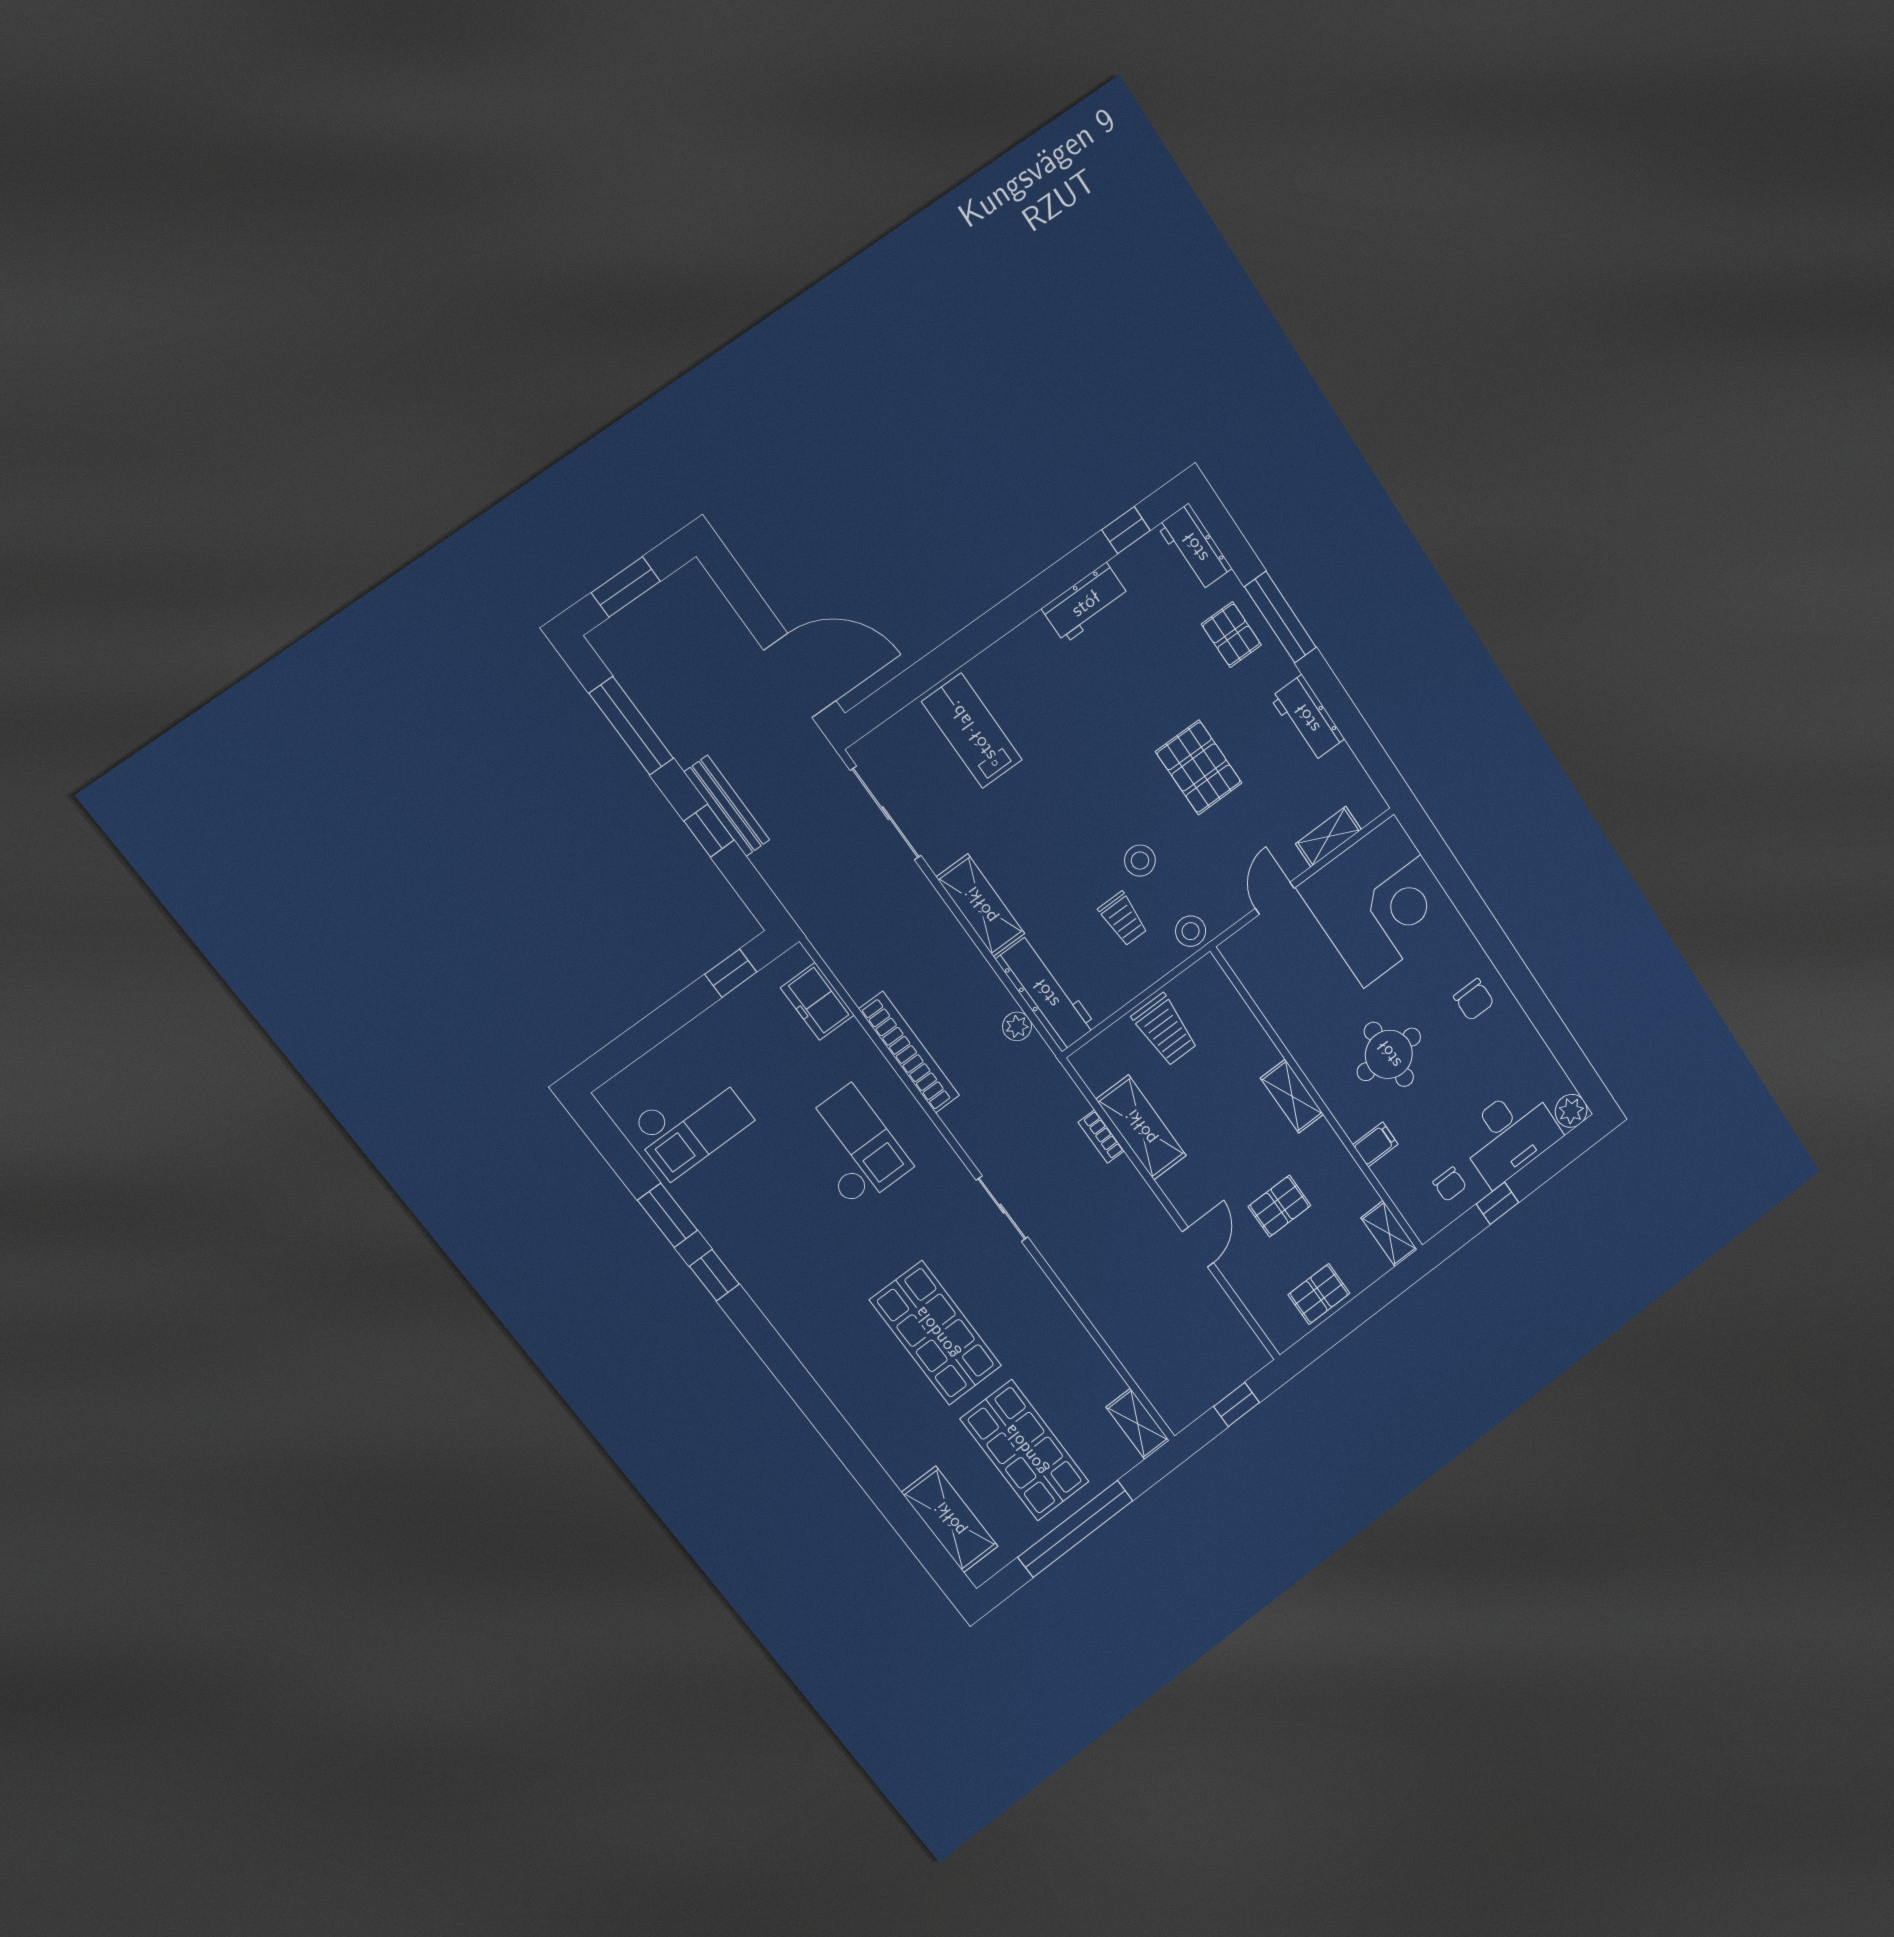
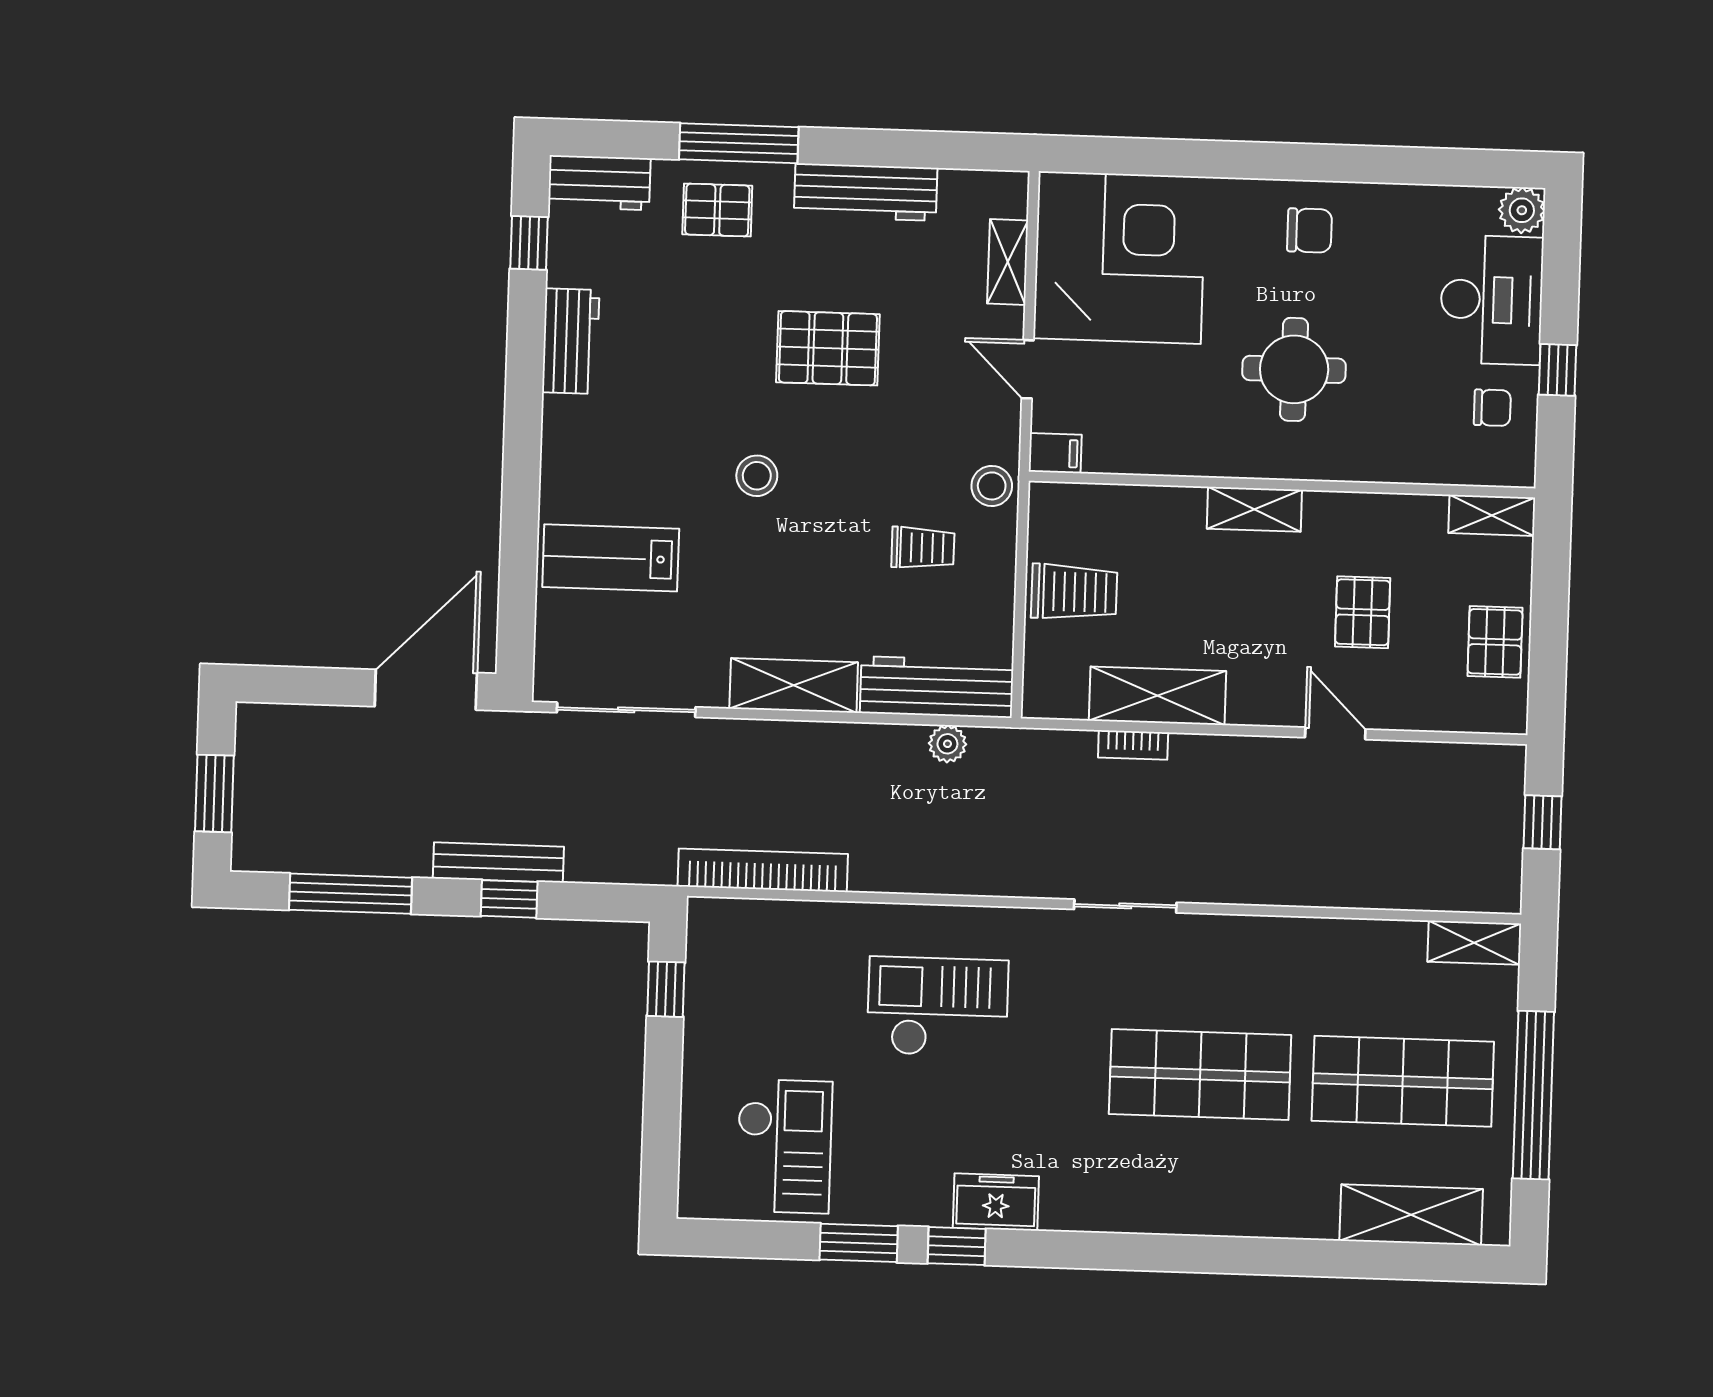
workbench: (1307, 718) -> (866, 192), width x1.38
stool: (1140, 861) -> (757, 476), moved
freezer: (817, 1001) -> (996, 1202), moved, turned 180
bookcase: (909, 1052) -> (763, 870), moved
filing cabinet: (1375, 1144) -> (1055, 453), moved, turned 90

